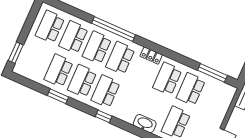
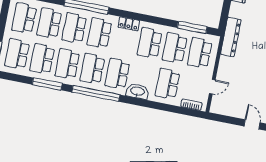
school desk: (35, 60) -> (17, 54), added
window: (58, 96) -> (47, 84), width x1.44
school desk: (214, 100) -> (200, 53), added
school desk: (129, 102) -> (117, 74), added
window: (104, 116) -> (96, 94), width x3.17

